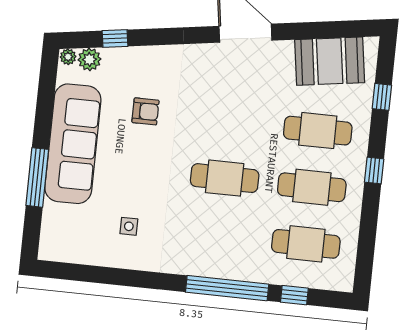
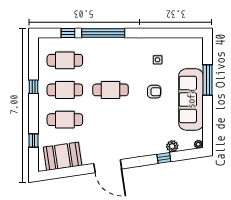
window: (115, 38) -> (164, 158), moved
plant: (89, 59) -> (172, 146), moved
armchair: (145, 111) -> (154, 92), moved, turned 180
window: (374, 170) -> (33, 87), moved

